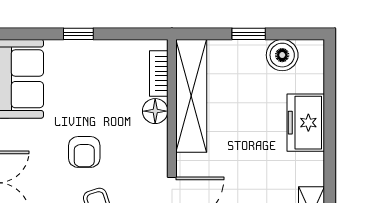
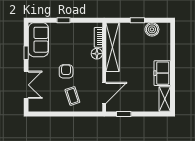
freezer: (306, 123) -> (162, 73), moved
armchair: (84, 152) -> (66, 71), turned 180

